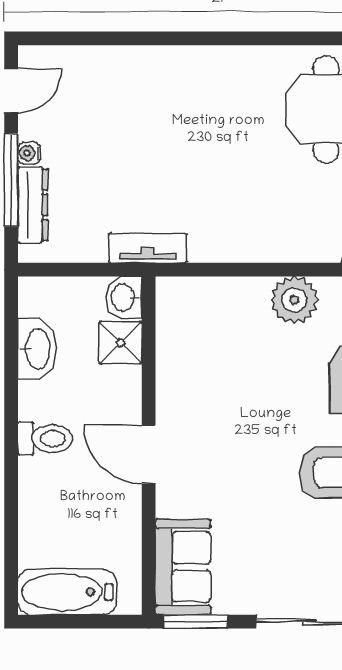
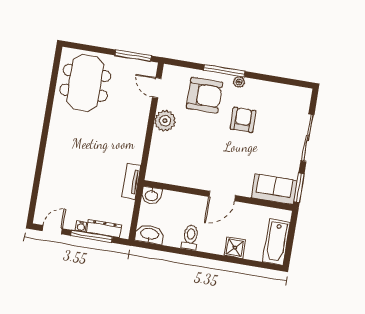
door: (11, 91) -> (52, 230), hinge flipped
shower: (121, 343) -> (235, 248), moved
washbasin: (37, 349) -> (149, 234), moved
toilet: (45, 439) -> (190, 237), moved

